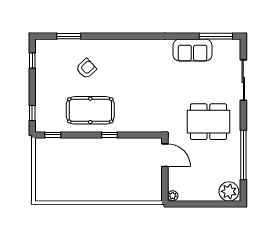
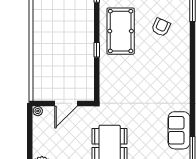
armchair: (86, 69) -> (161, 27), turned -113
door: (165, 155) -> (66, 103), moved

